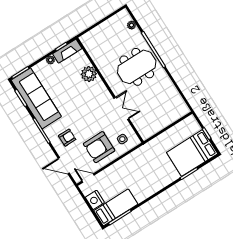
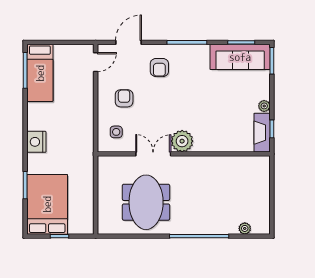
meeting table: (137, 67) -> (146, 202), moved
plant: (89, 74) -> (182, 141), moved
sofa: (36, 98) -> (240, 57), width x0.74, depth x0.79
double door: (121, 108) -> (153, 154), swing flipped
armchair: (99, 147) -> (124, 98), width x0.53, depth x0.53
nightstand: (95, 200) -> (36, 142), moved, turned -90

